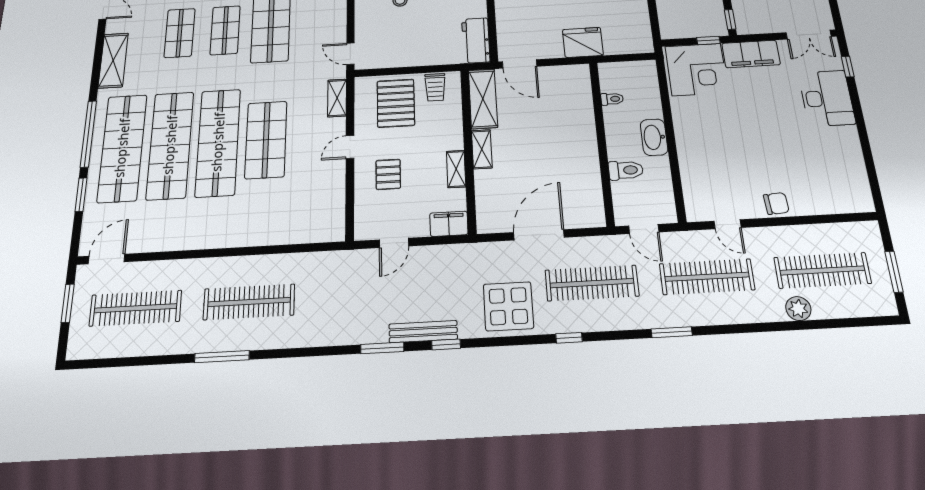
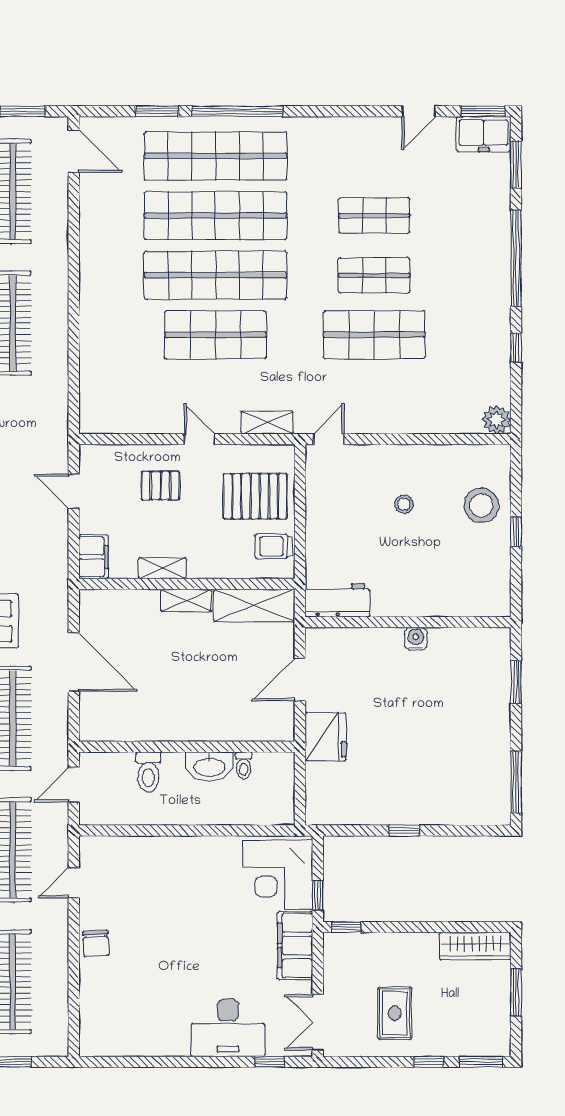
shelving: (113, 60) -> (339, 132), removed
door: (520, 64) -> (300, 679), moved
washbasin: (654, 137) -> (209, 766), moved, turned 180

